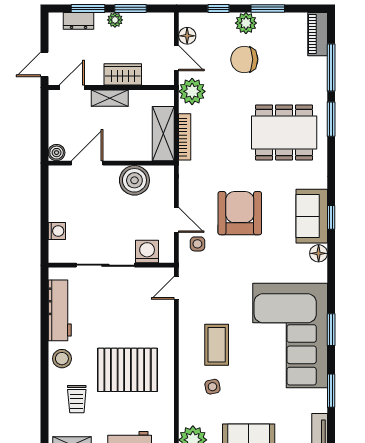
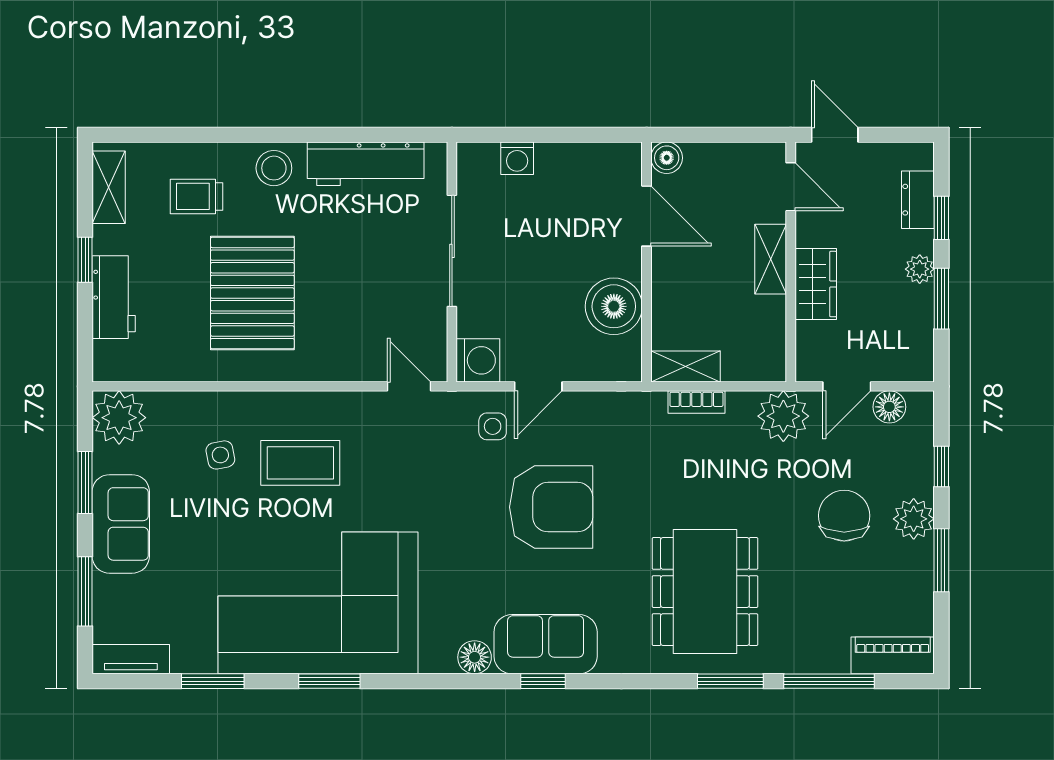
window: (88, 8) -> (941, 218), width x0.67
shelving: (163, 134) -> (685, 366), width x0.67, depth x0.75
bookcase: (185, 137) -> (696, 402), width x0.64
washing machine: (147, 252) -> (478, 360), moved

